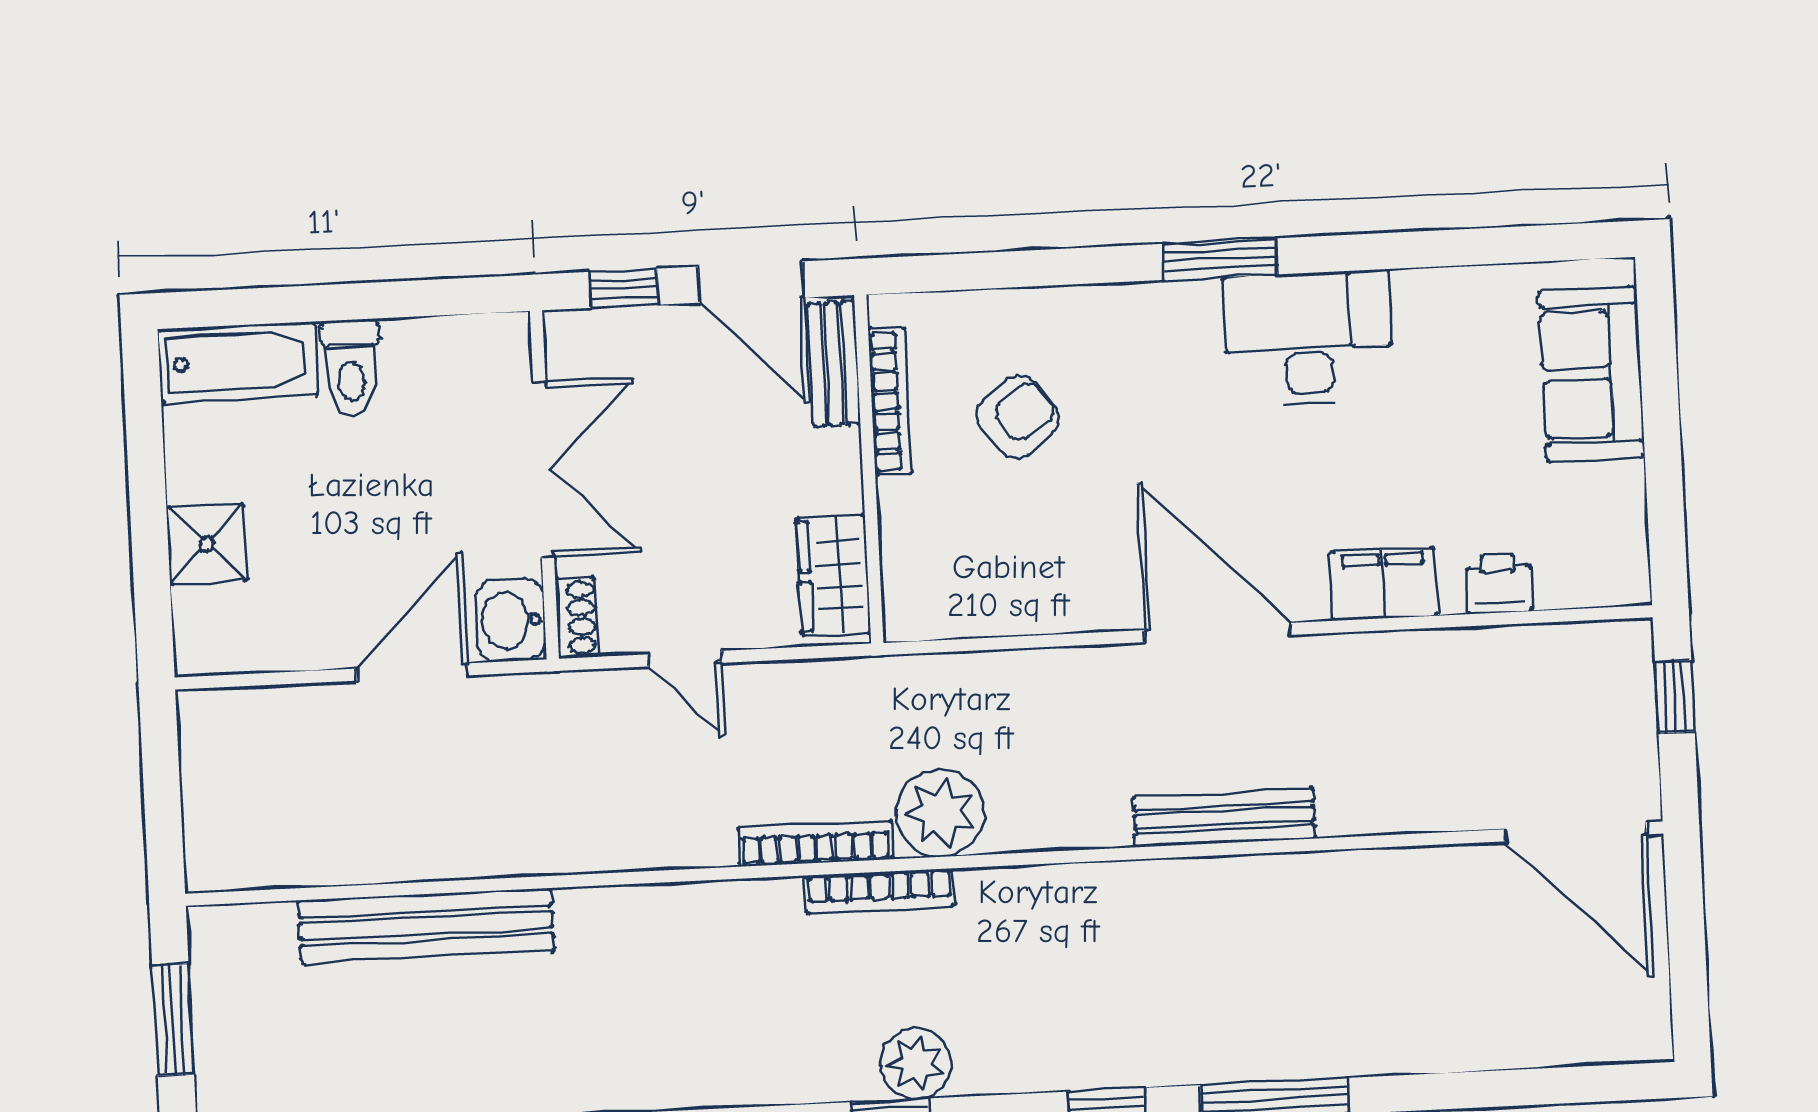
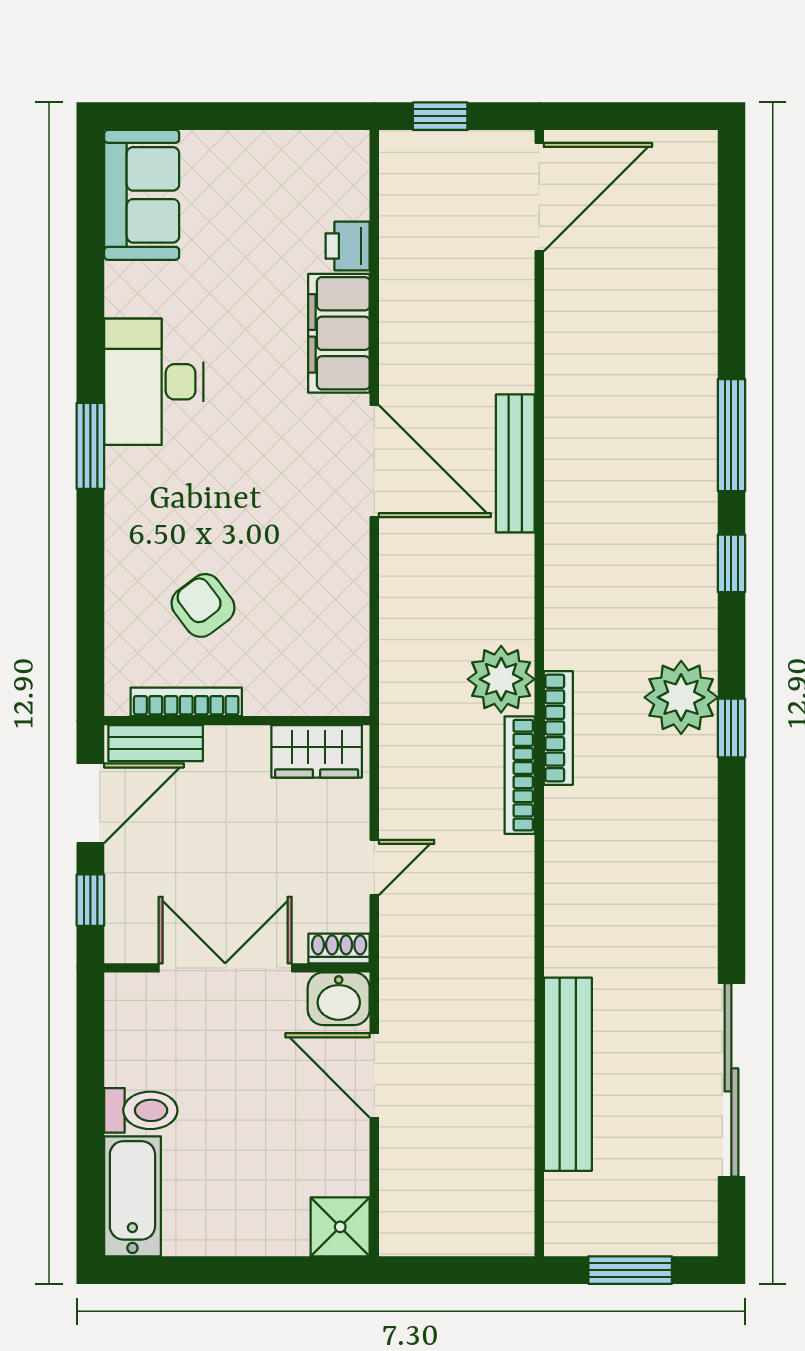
sofa: (1592, 374) -> (142, 195), moved, turned -90
shower: (207, 544) -> (340, 1227), moved
filing cabinet: (1384, 584) -> (339, 333), width x1.50, depth x1.17
door: (1218, 633) -> (374, 461), swing flipped
plant: (916, 1064) -> (681, 697), width x1.36, depth x1.36

